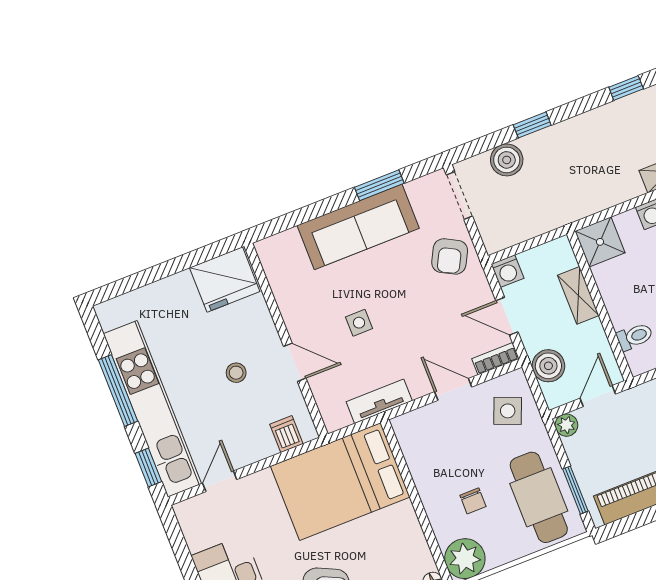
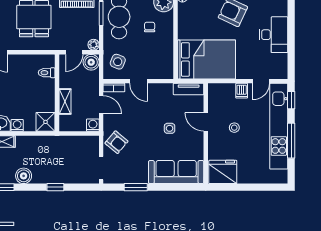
boiler: (507, 160) -> (24, 176), moved
sofa: (358, 227) -> (176, 172), moved
armchair: (450, 256) -> (116, 142), turned 102
boiler: (548, 366) -> (91, 62), moved
tv unit: (379, 401) -> (189, 89), moved
dishwasher: (286, 434) -> (242, 91), moved

